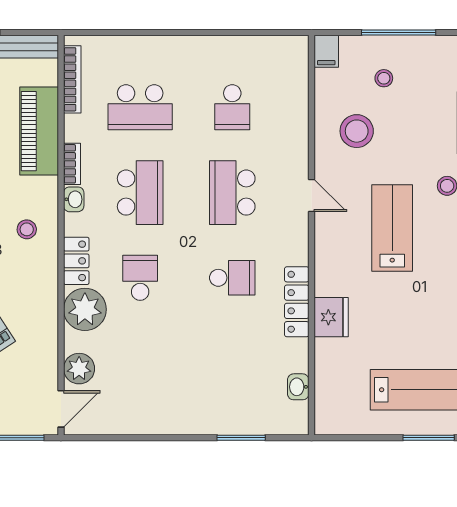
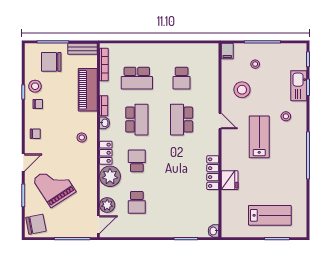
school desk: (232, 278) -> (137, 202), moved, turned 90
washbasin: (298, 387) -> (214, 231), moved

